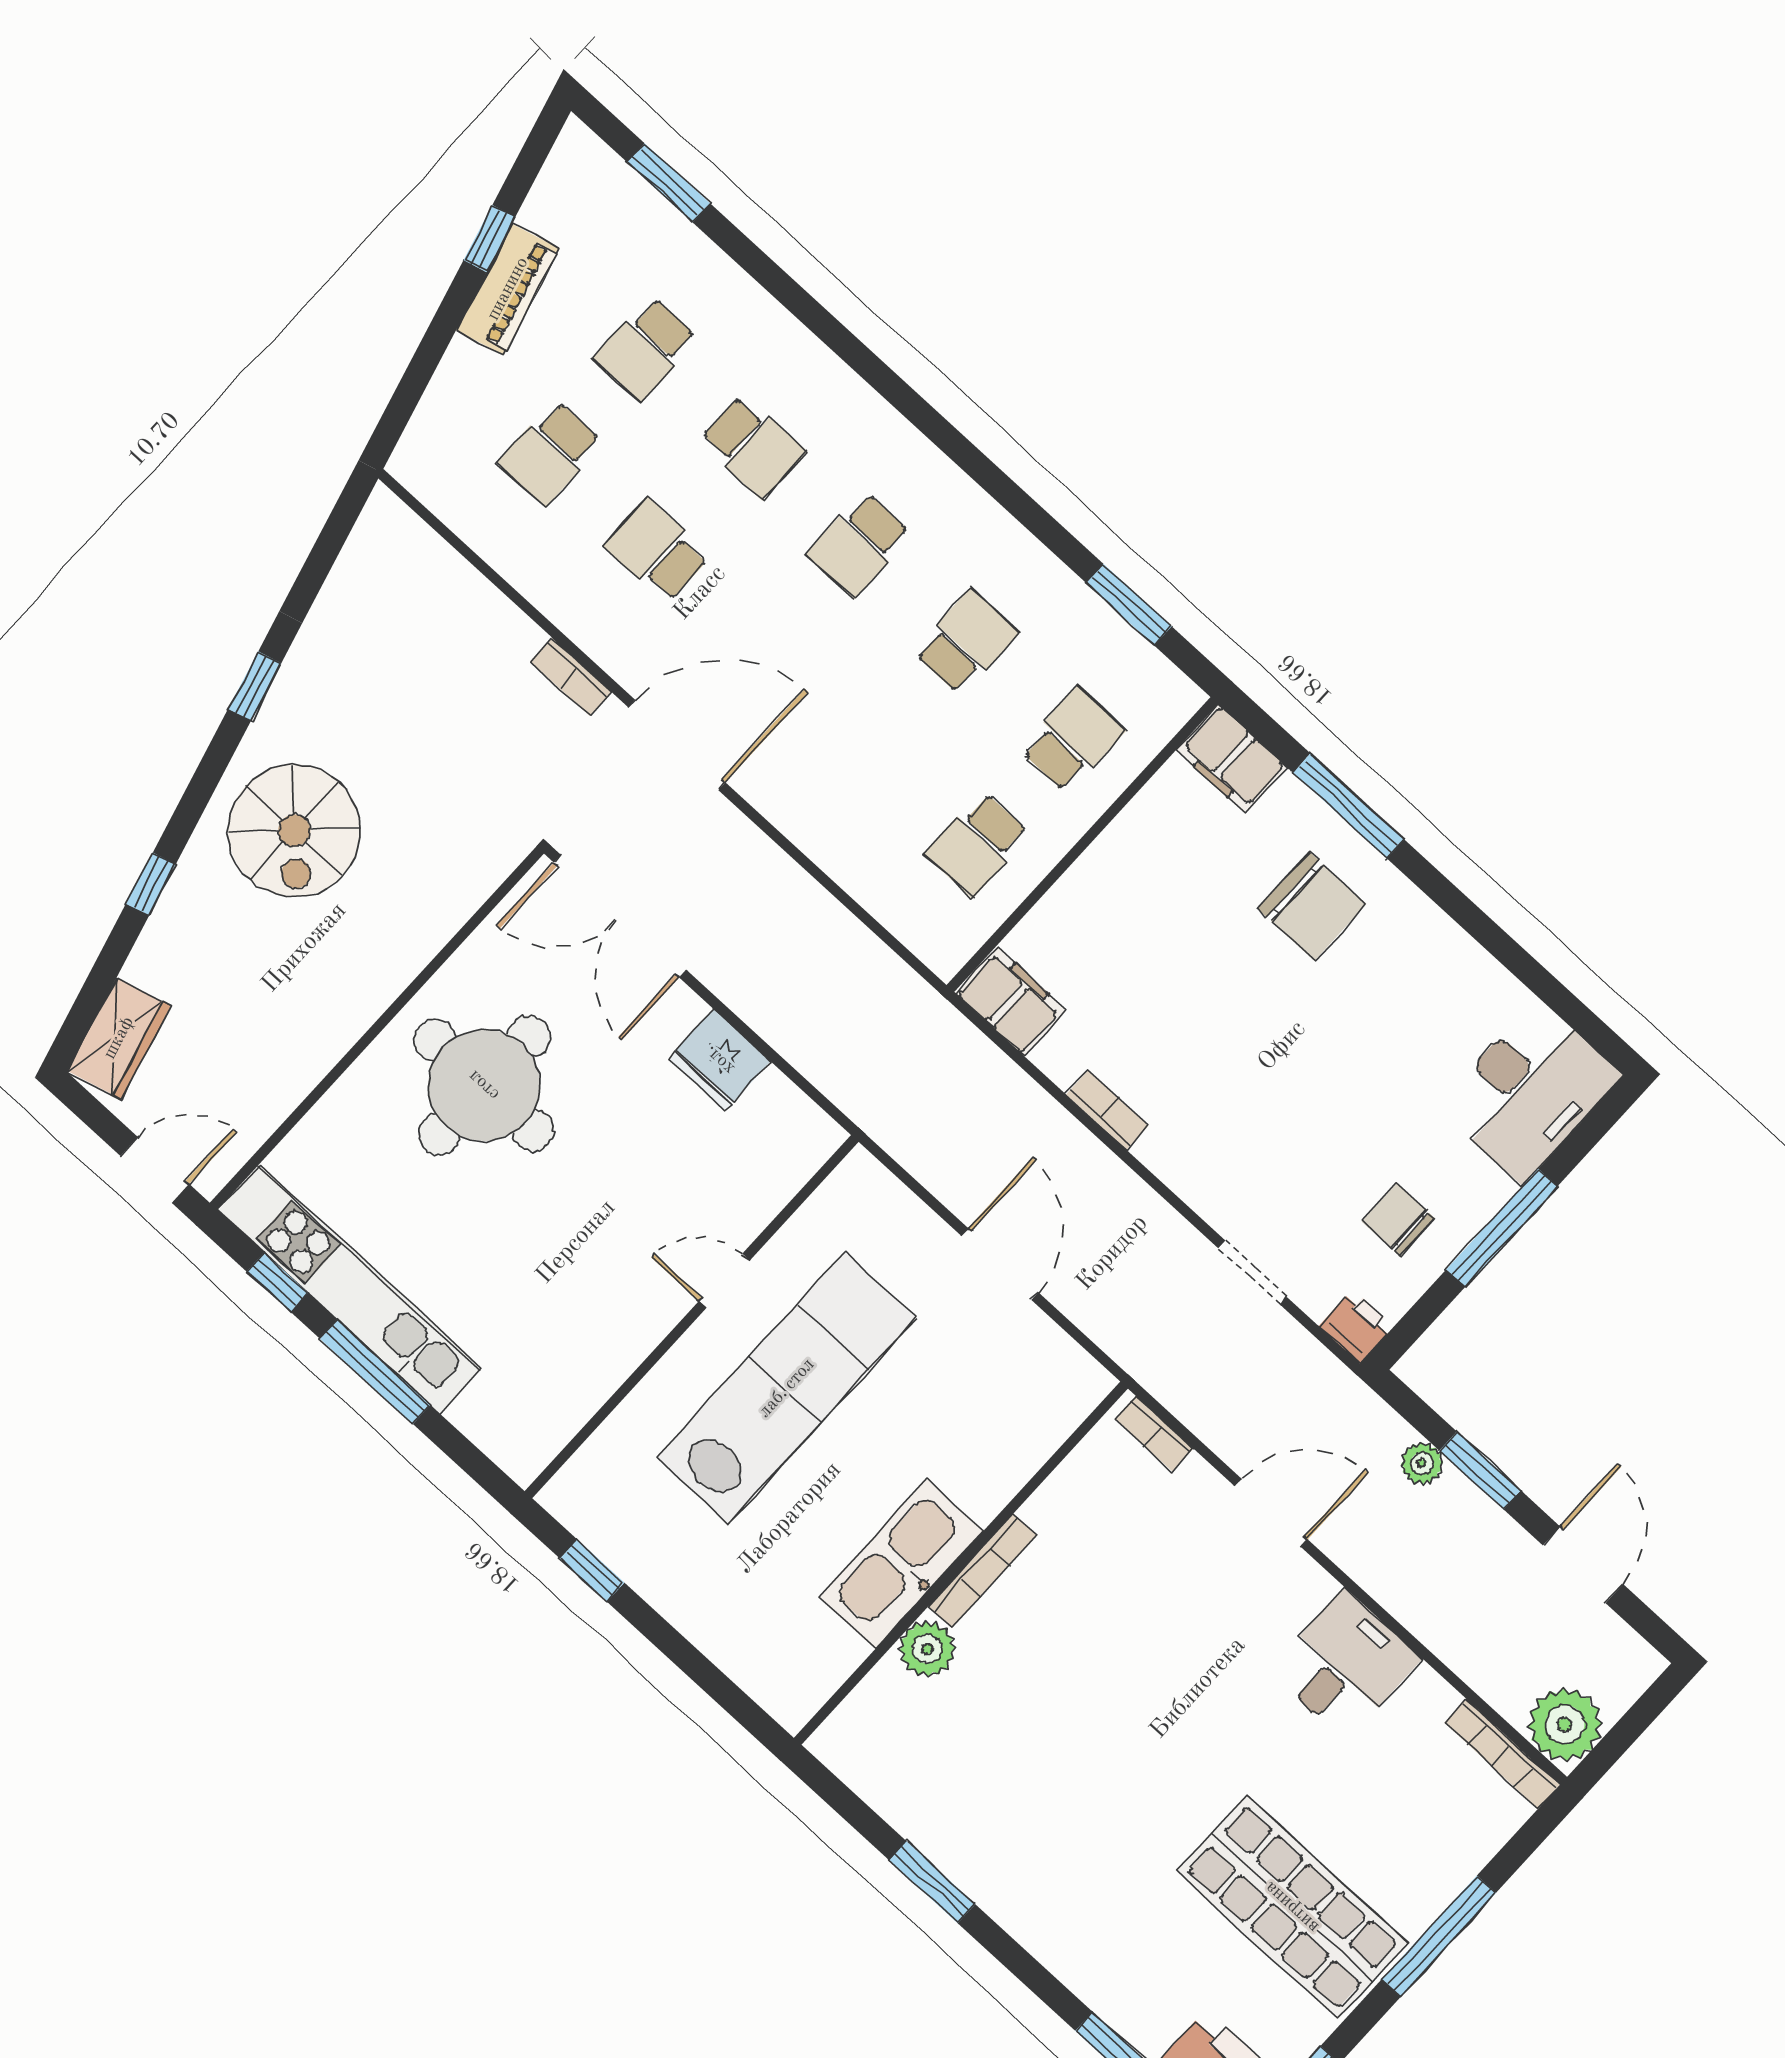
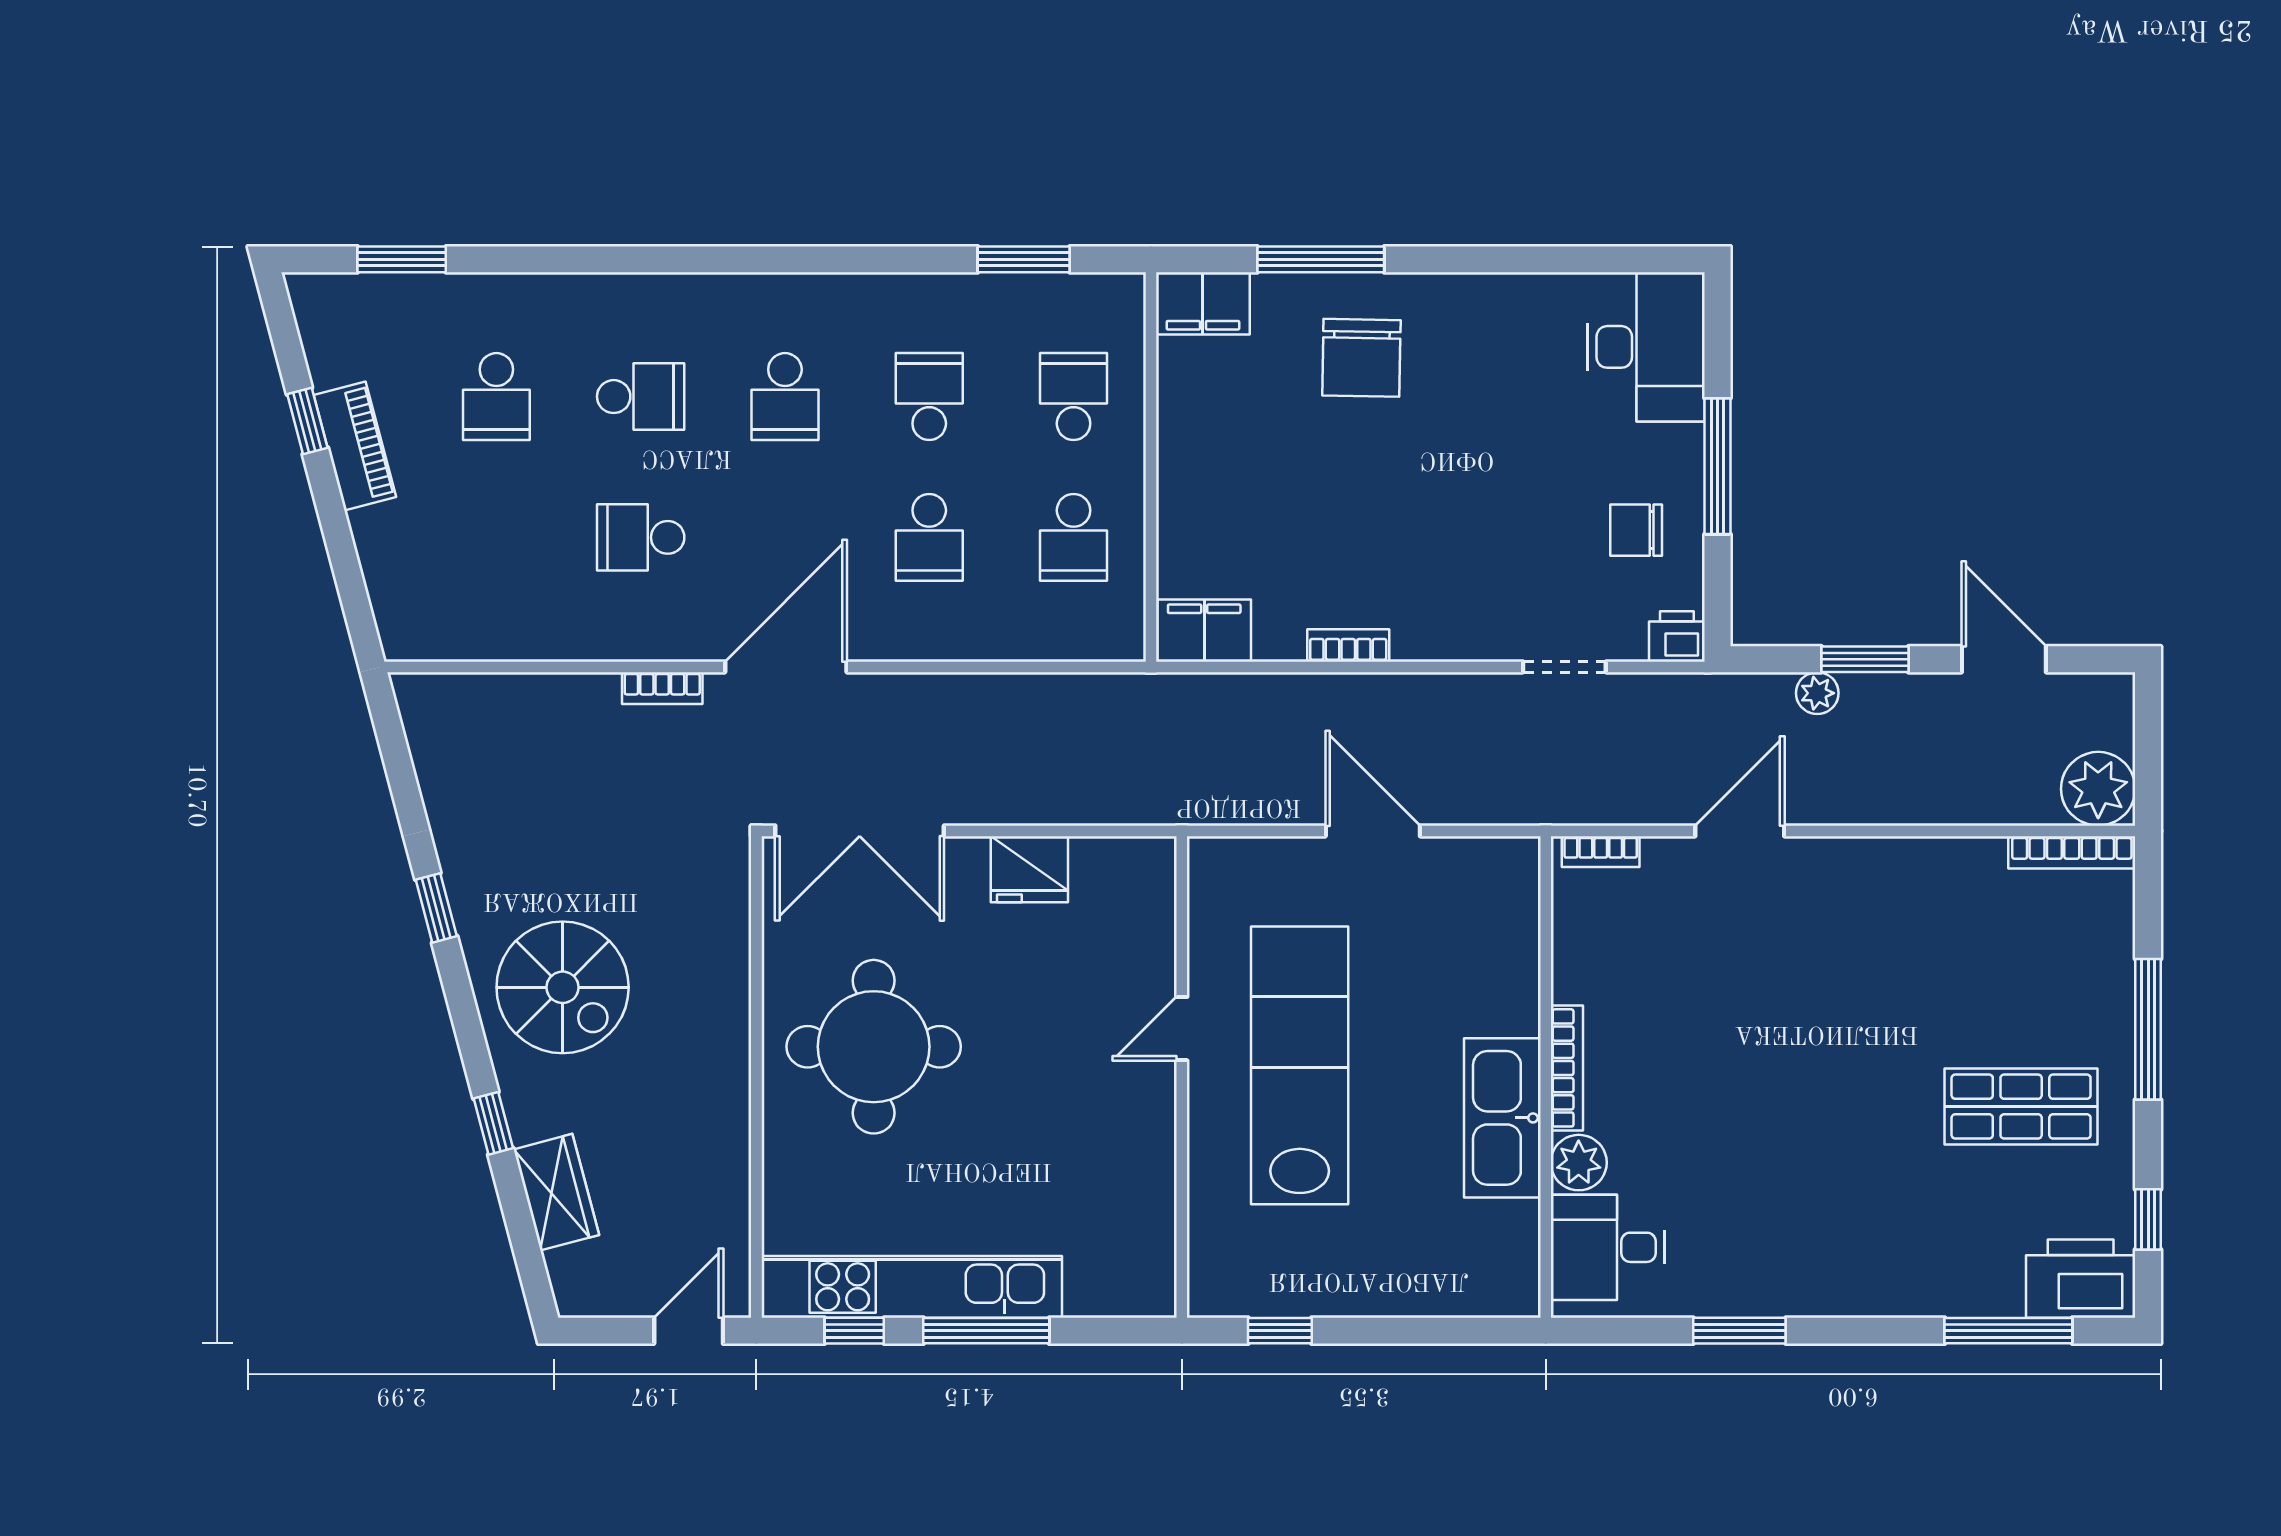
school desk: (550, 453) -> (929, 537), moved
chair: (1312, 906) -> (1361, 358), turned 91
wardrobe: (119, 1038) -> (556, 1192), moved
desk: (1345, 1665) -> (1608, 1247), moved, turned -90
shop shelf: (1292, 1907) -> (2021, 1107), width x0.70, depth x0.74

